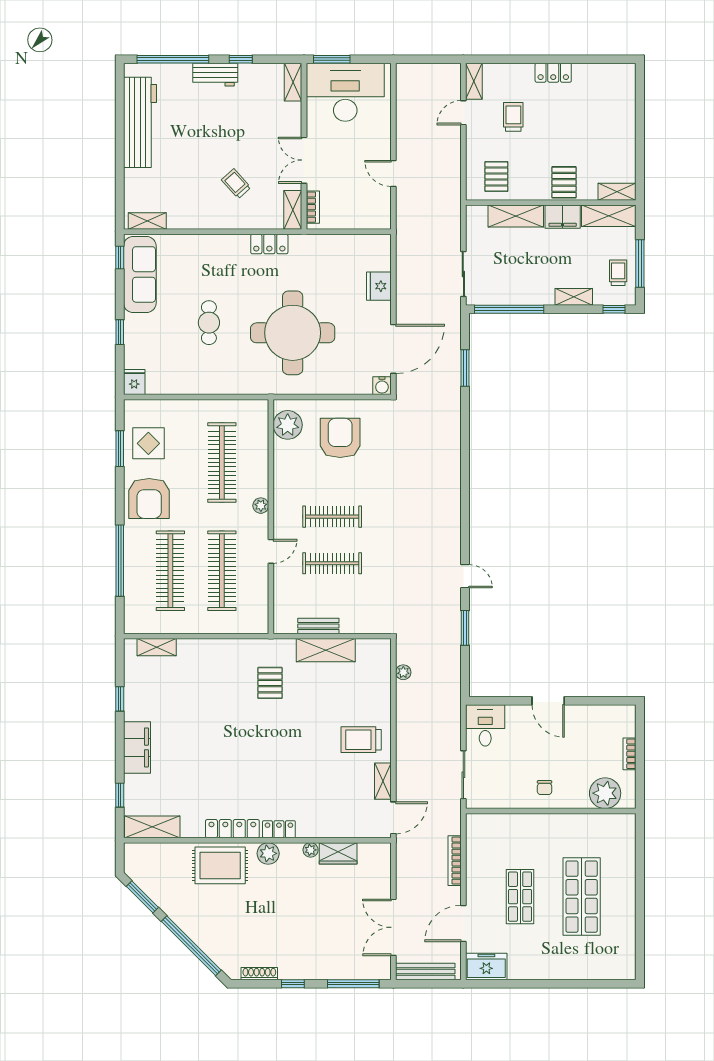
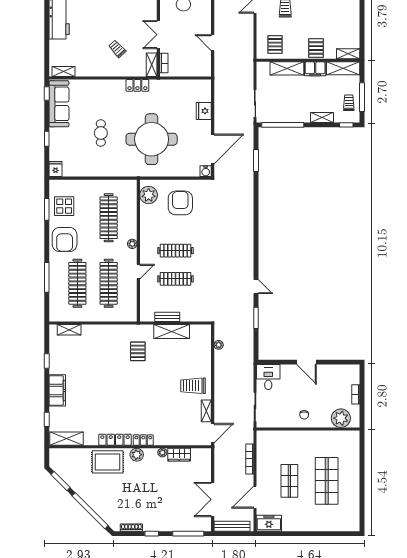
window: (120, 561) -> (47, 277), width x0.68

